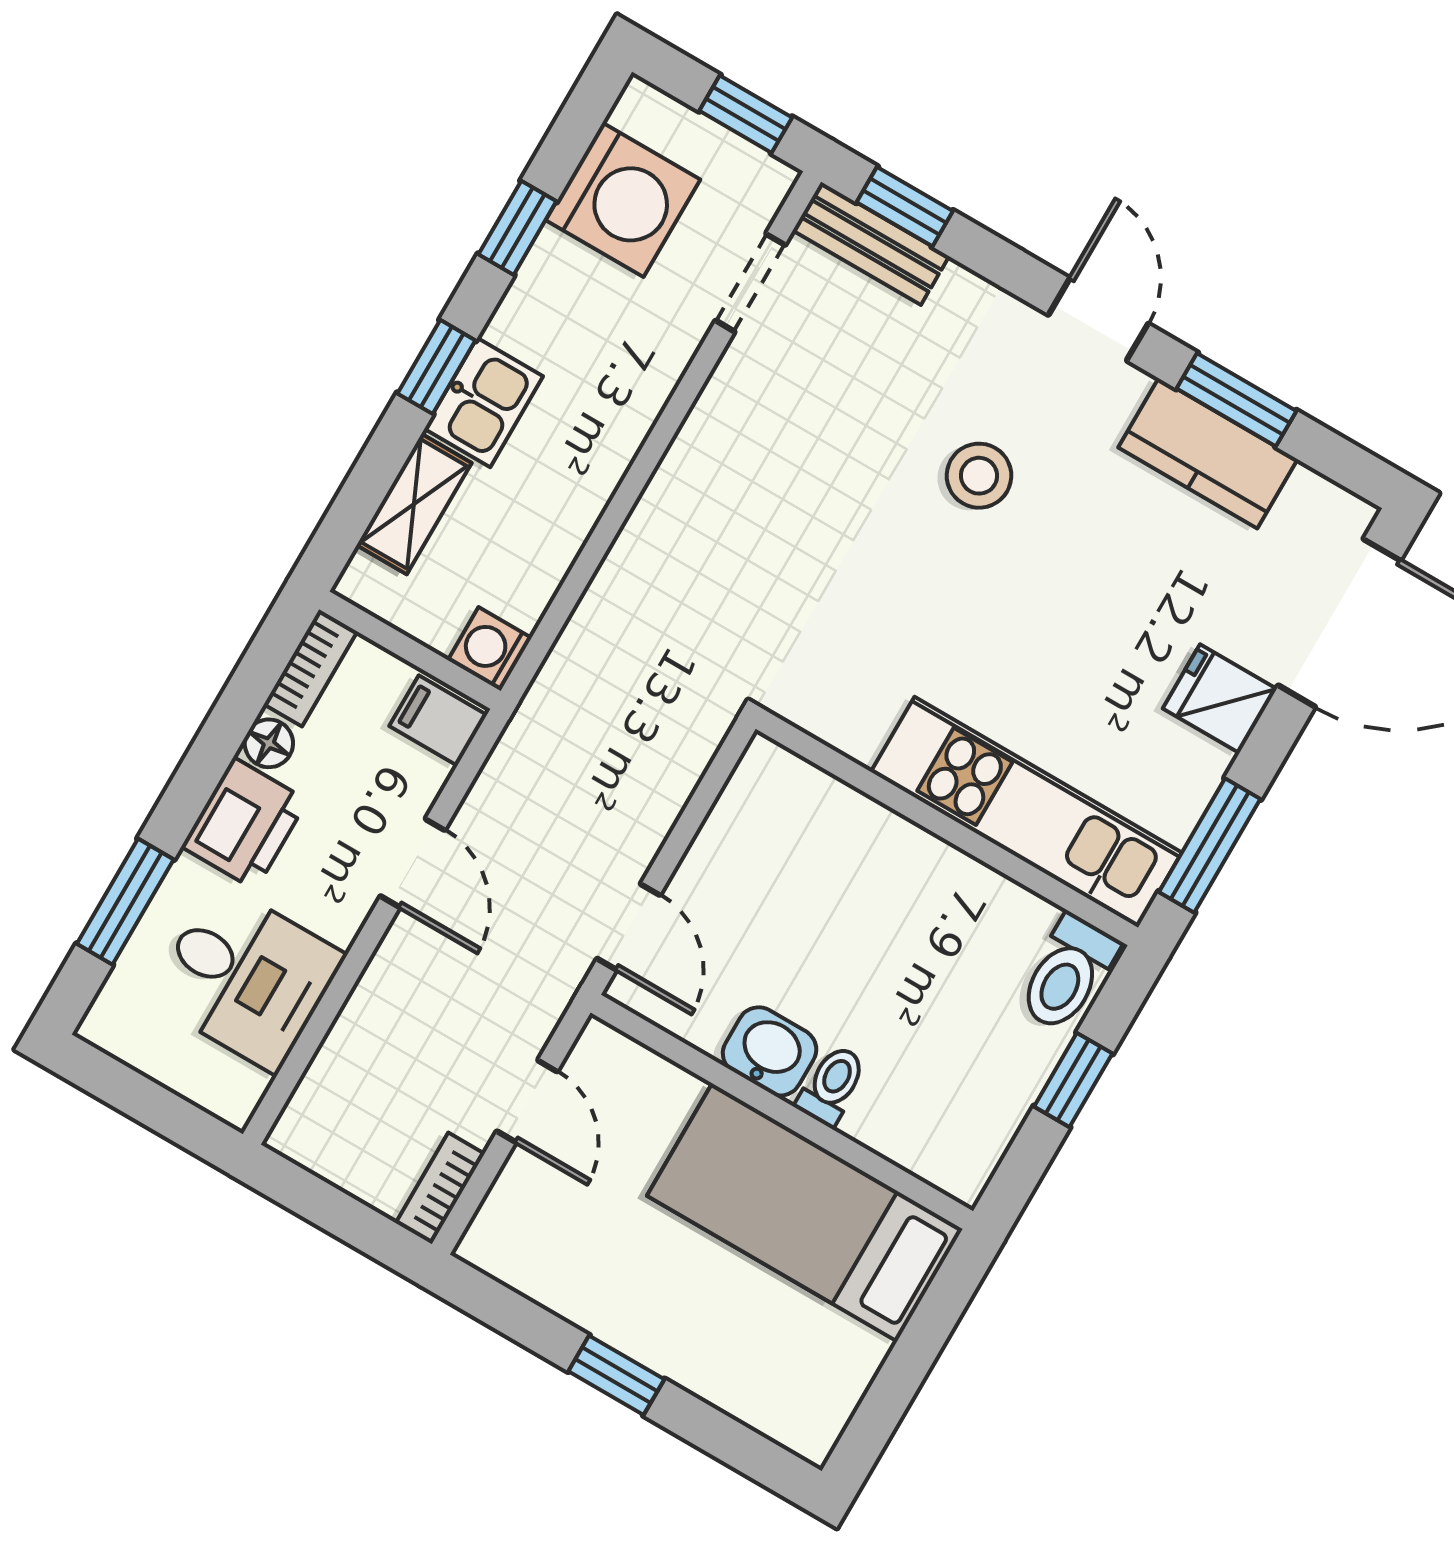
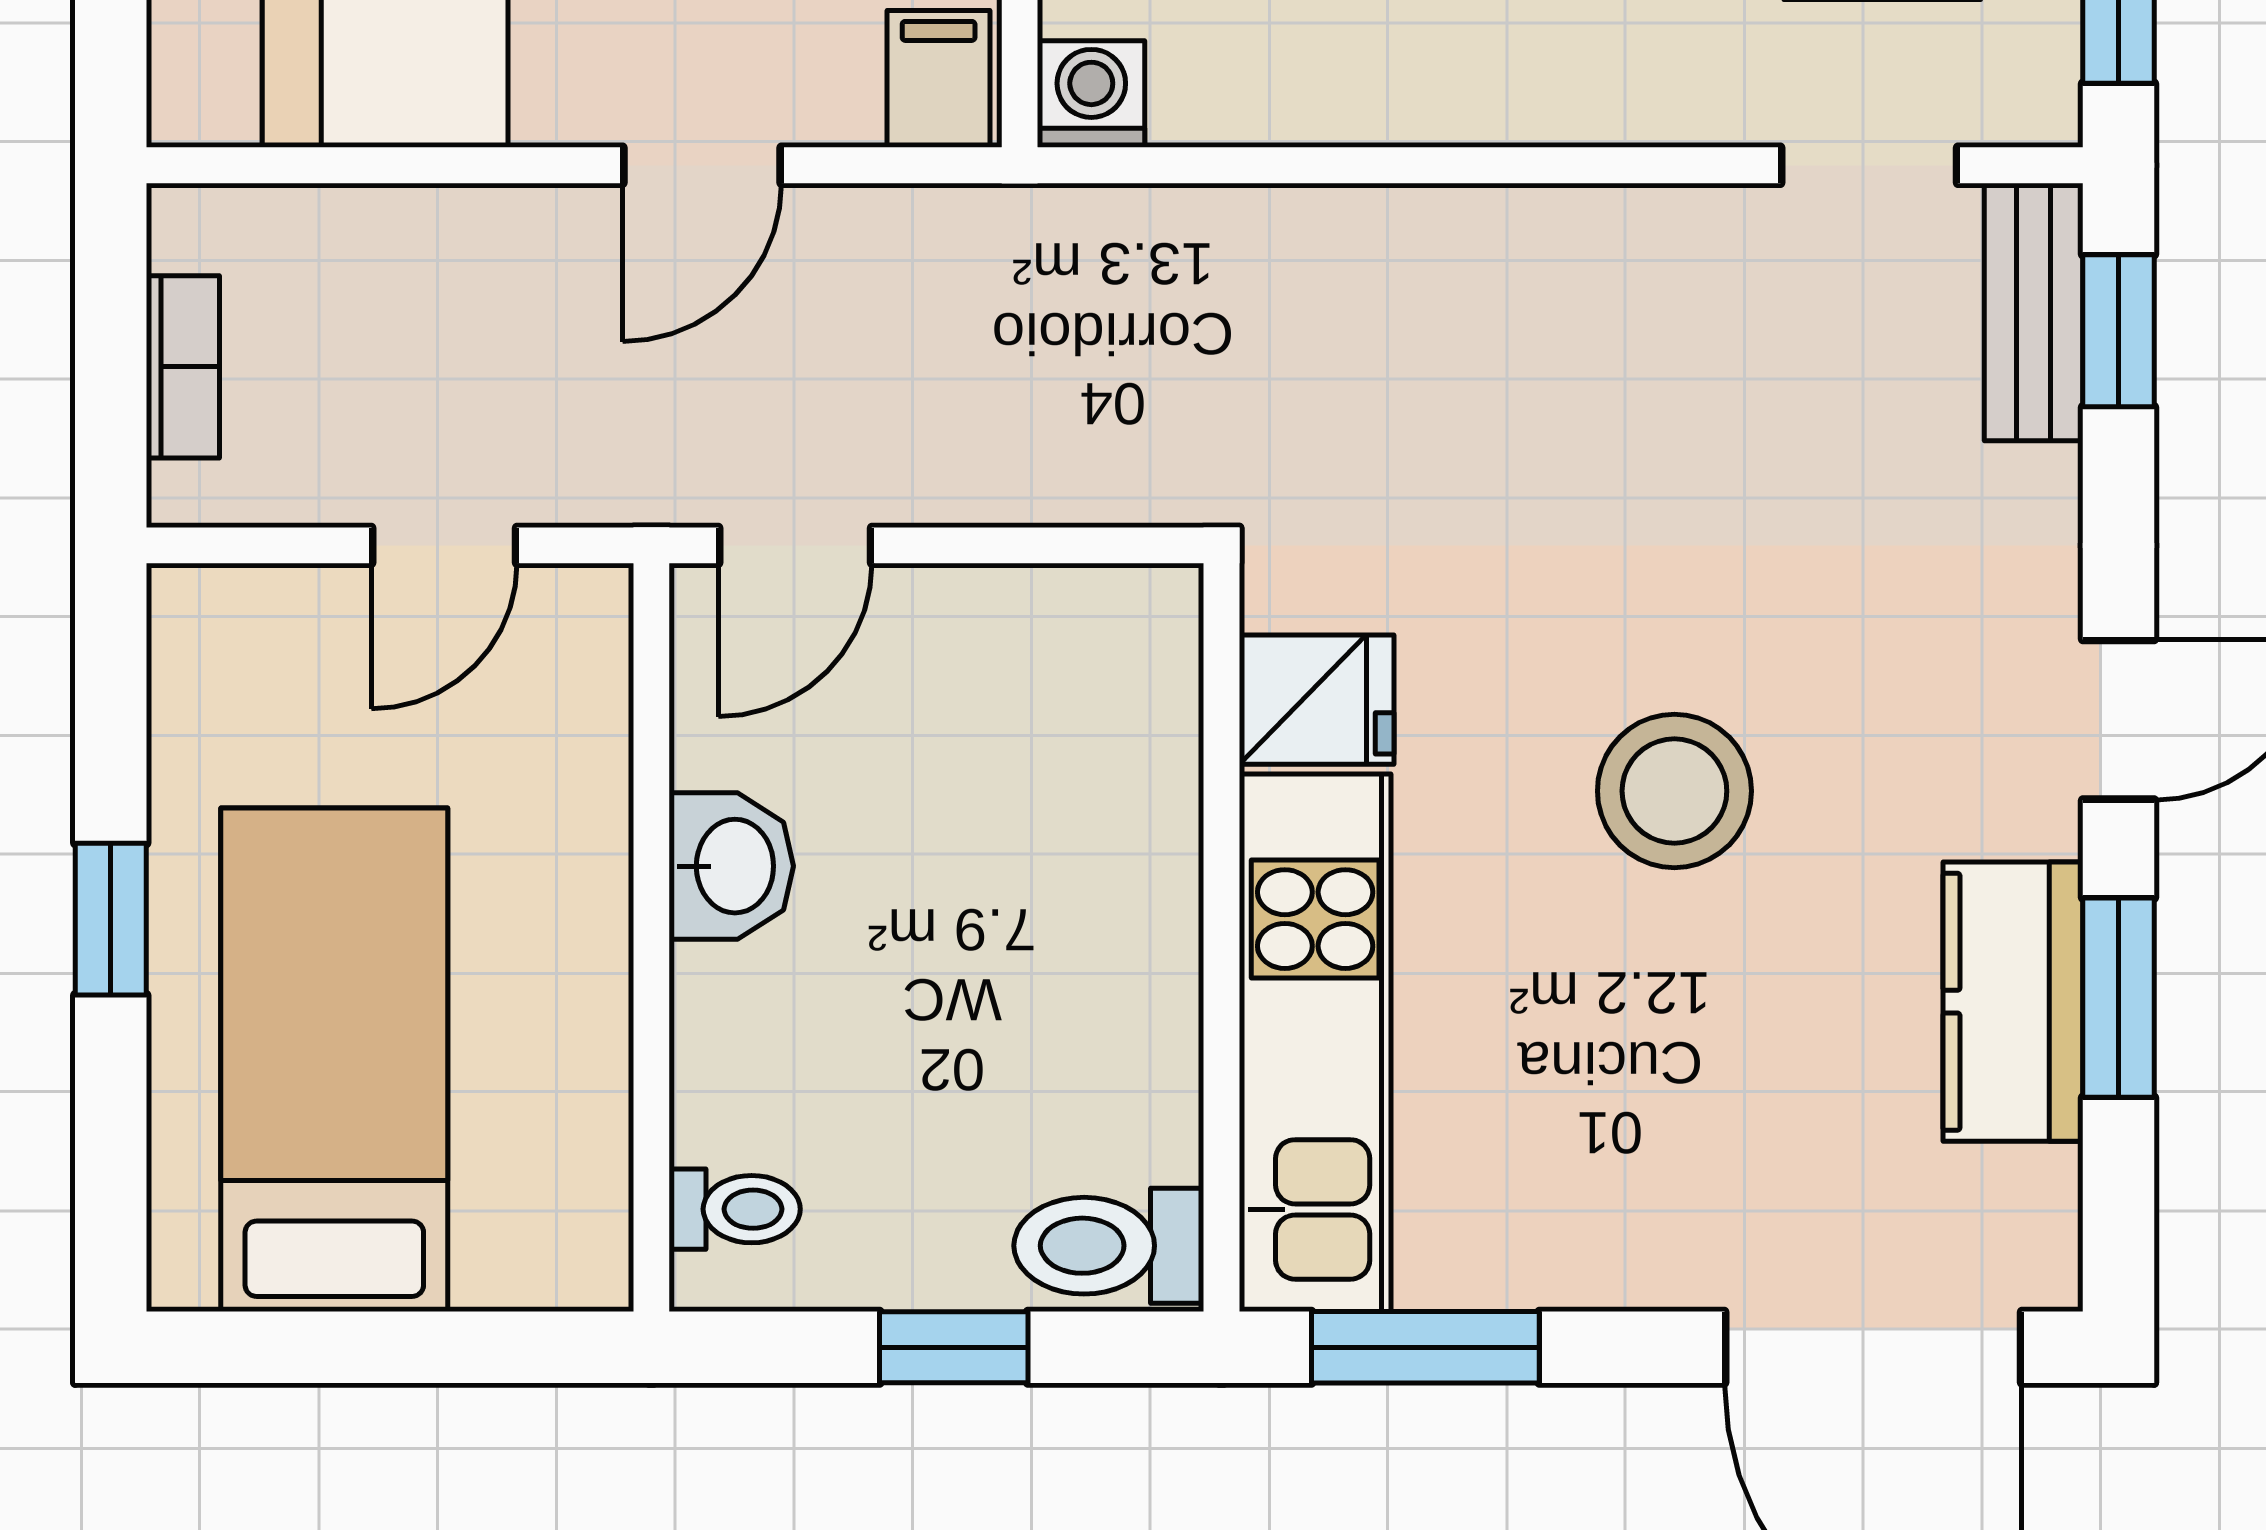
stool: (979, 476) -> (1674, 791), moved, width x1.38, depth x1.38
fridge: (1220, 699) -> (1317, 700), moved, turned 90
toilet: (832, 1085) -> (735, 1209), moved
bookcase: (440, 1188) -> (183, 367), moved, turned 90
bed: (805, 1212) -> (334, 1060), moved

